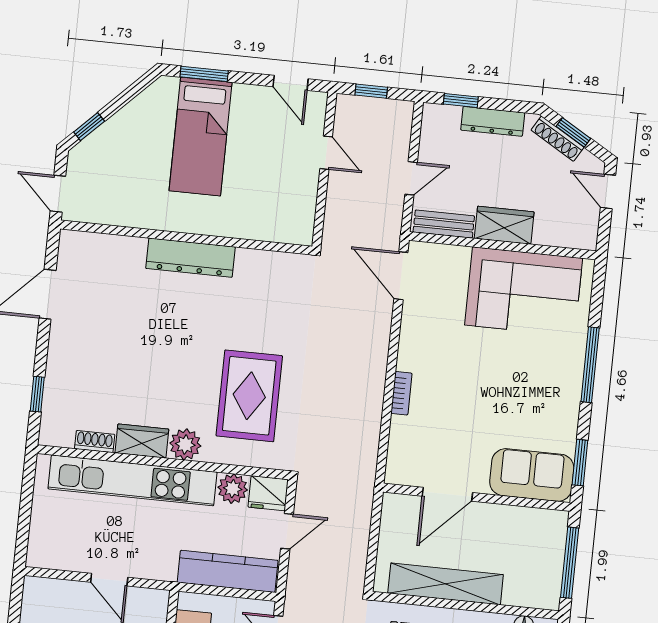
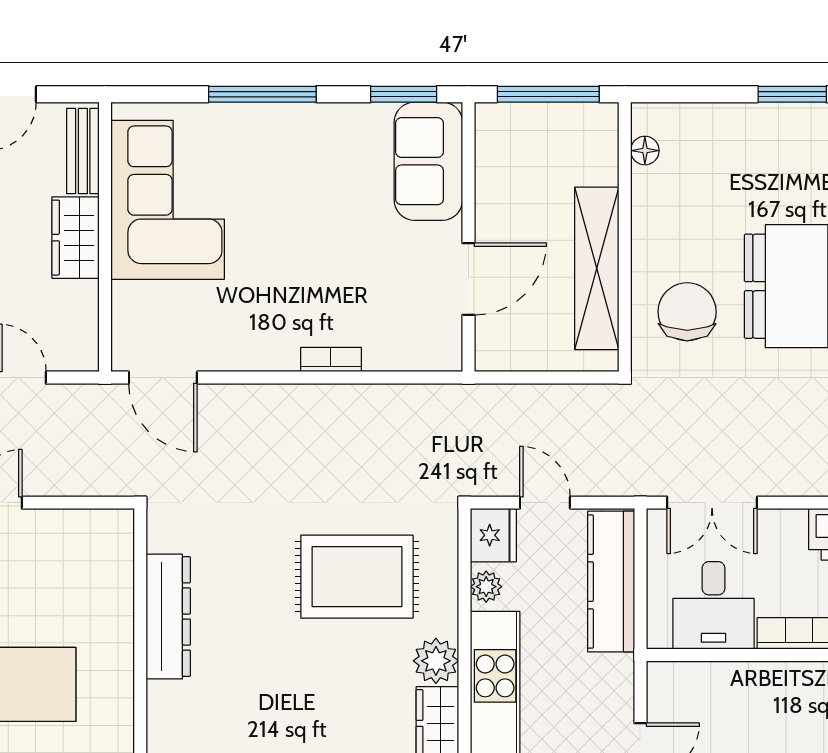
bench: (444, 224) -> (83, 151), moved
dresser: (190, 258) -> (168, 617), moved
door: (401, 276) -> (163, 378), hinge flipped
plant: (233, 489) -> (486, 587), width x0.73, depth x0.73
door: (447, 494) -> (468, 279), hinge flipped

